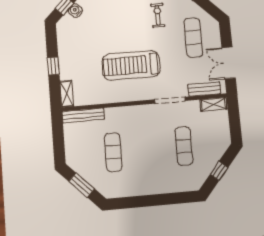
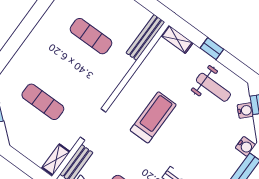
weight bench: (78, 43) -> (213, 87), added
treadmill: (131, 65) -> (153, 117), width x0.73, depth x0.73

